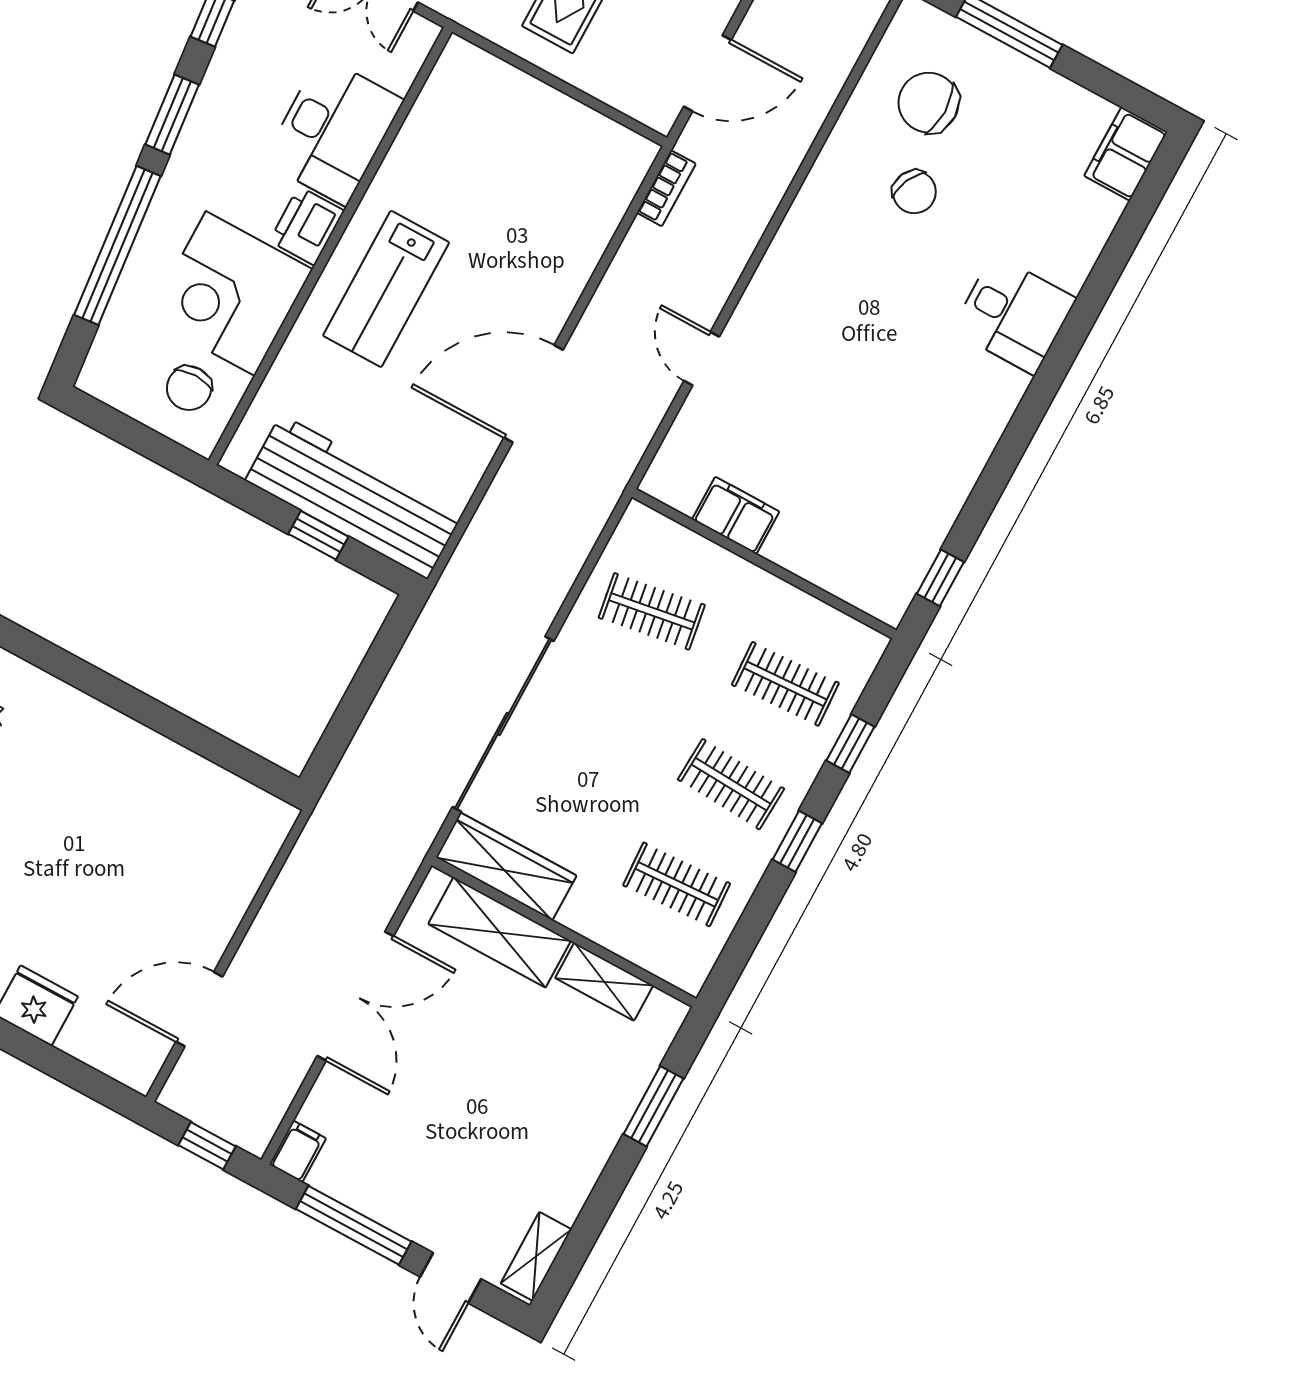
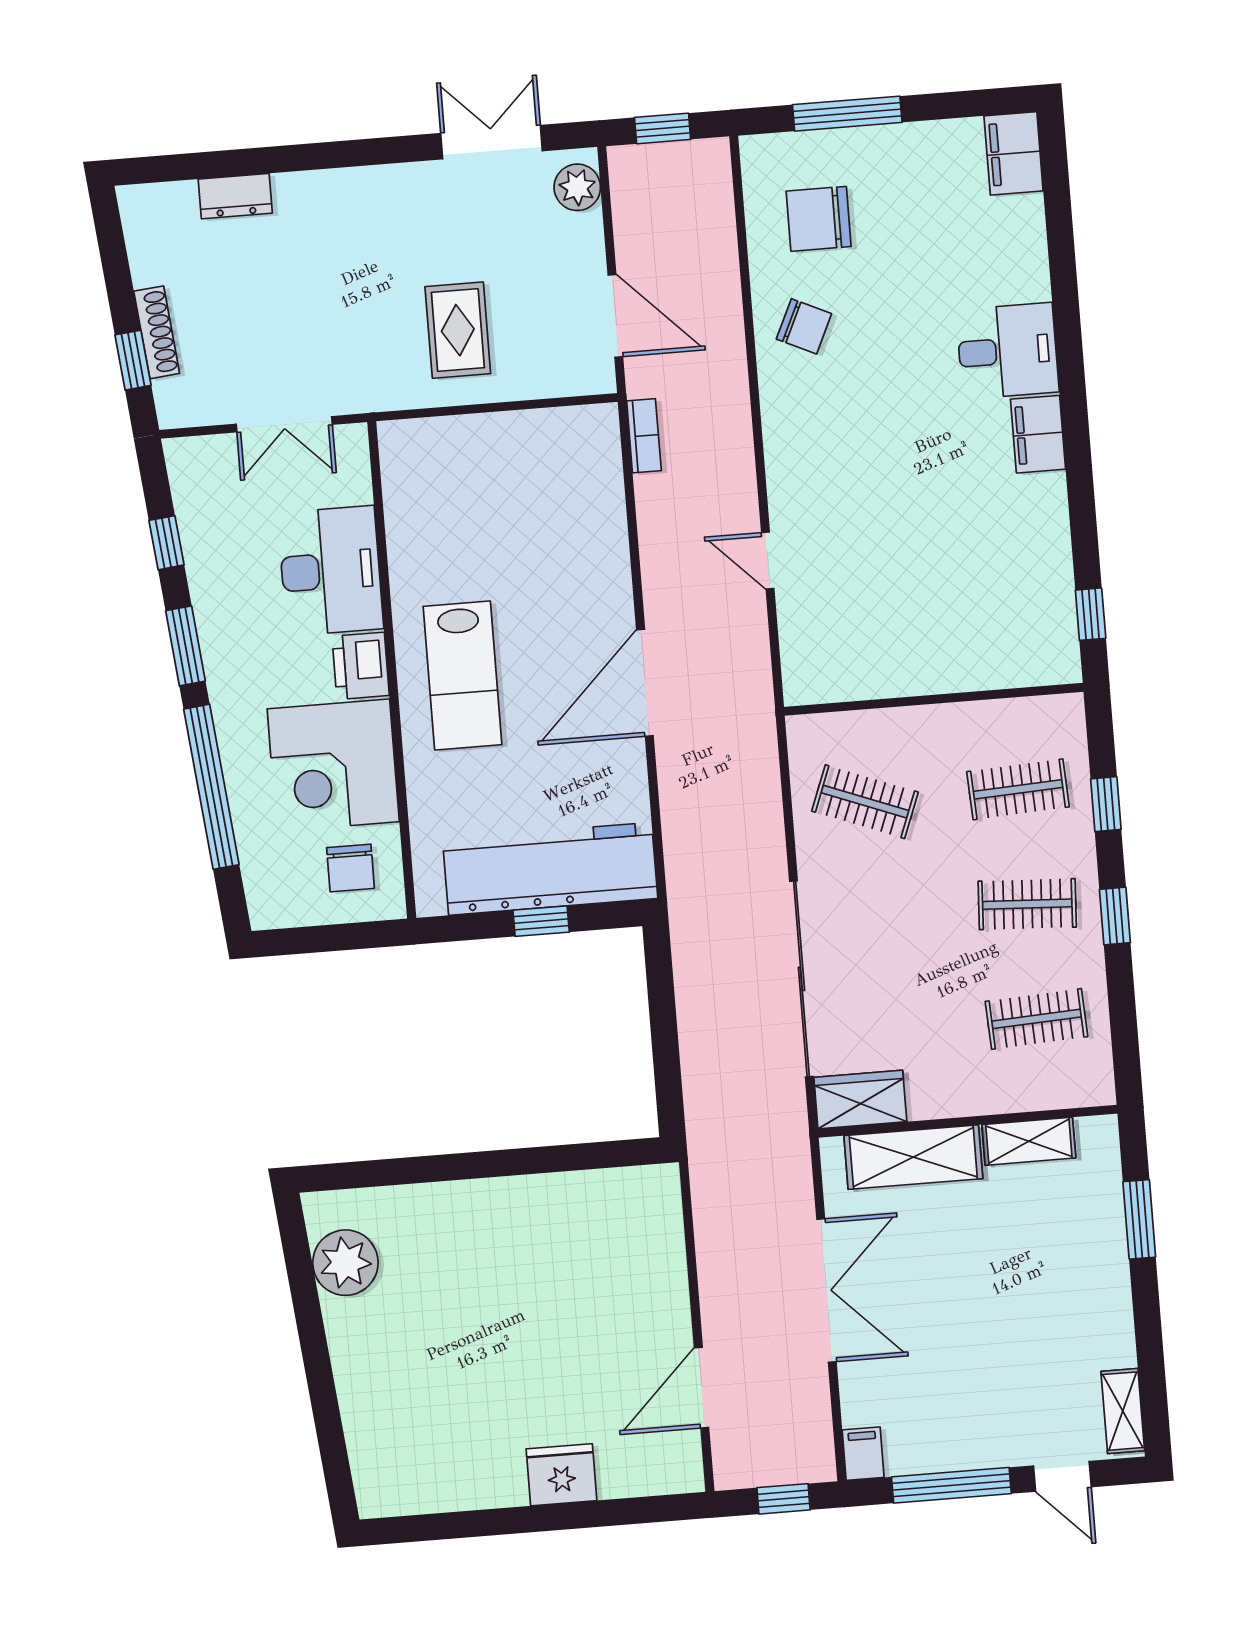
door: (707, 73) -> (615, 316), hinge flipped
chair: (914, 192) -> (804, 326), moved
filing cabinet: (736, 515) -> (1038, 434), moved, turned -90
clothes rail: (652, 611) -> (865, 802), turned 30
wardrobe: (506, 866) -> (860, 1100), width x0.67

